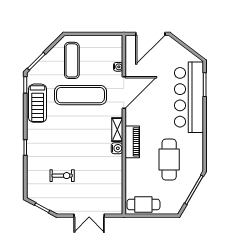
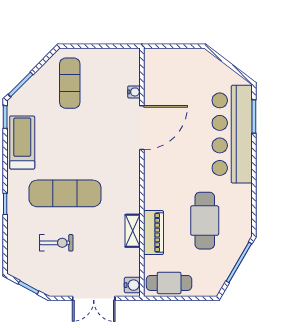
door: (150, 34) -> (179, 46), removed
exercise mat: (81, 95) -> (65, 193), moved
treadmill: (38, 103) -> (22, 142), turned 180
shelving: (117, 130) -> (133, 231), moved
piano: (132, 142) -> (154, 233), moved
water cooler: (117, 148) -> (132, 285), moved

